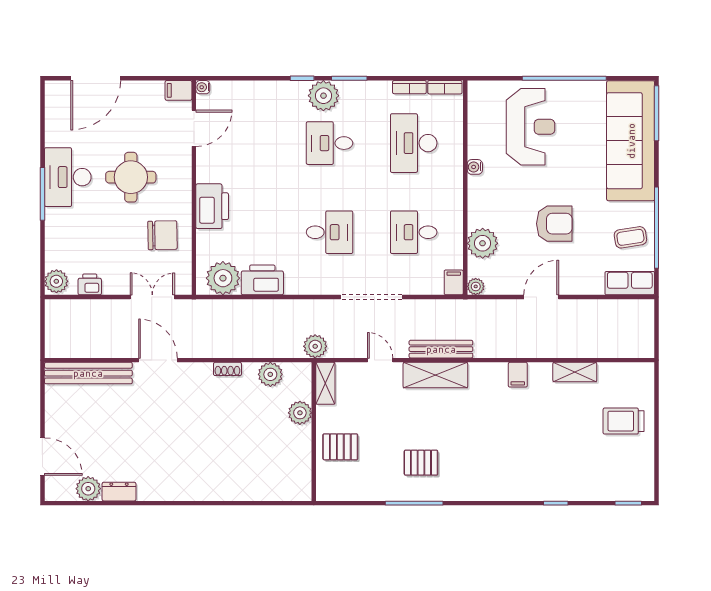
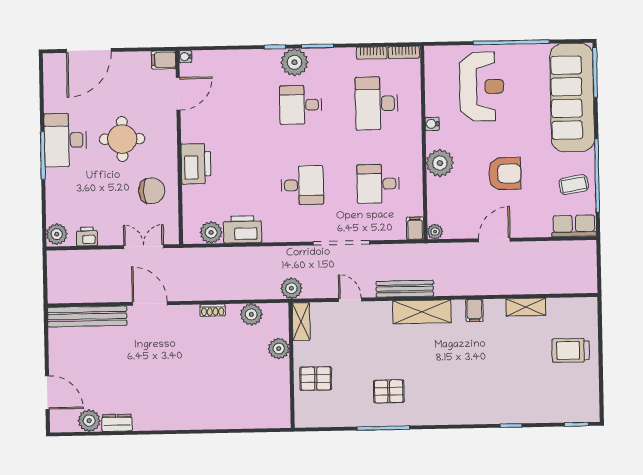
plant: (483, 243) -> (440, 163), moved
plant: (223, 278) -> (211, 232), width x0.73, depth x0.73
shelving: (435, 375) -> (422, 312), moved

